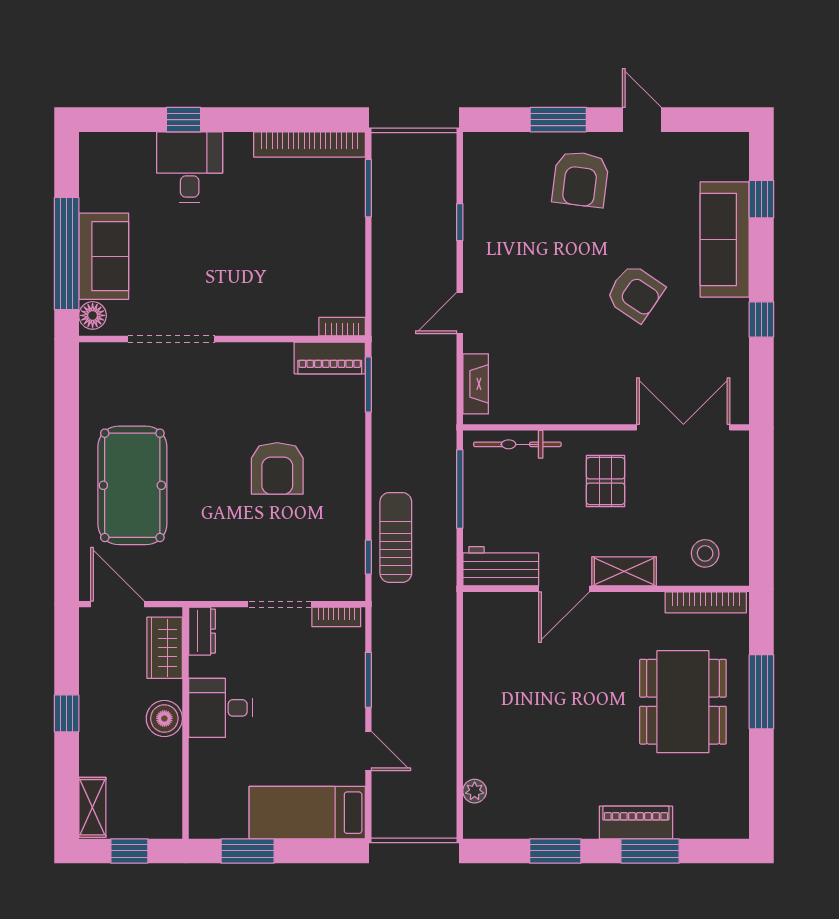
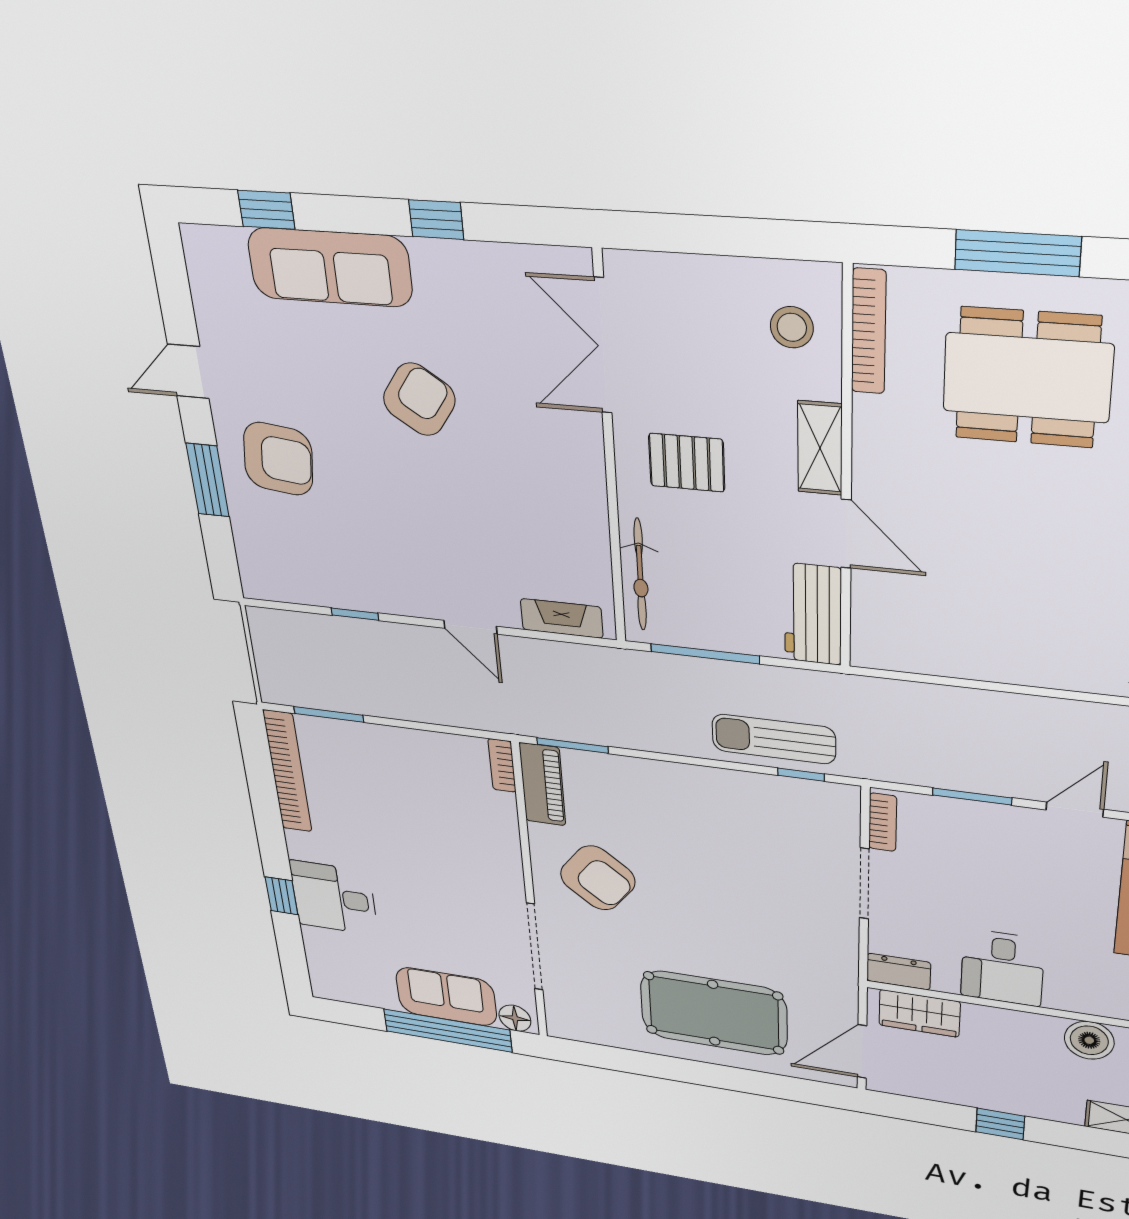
armchair: (277, 468) -> (598, 878), moved, turned 38
boiler: (164, 718) -> (1089, 1040), moved

